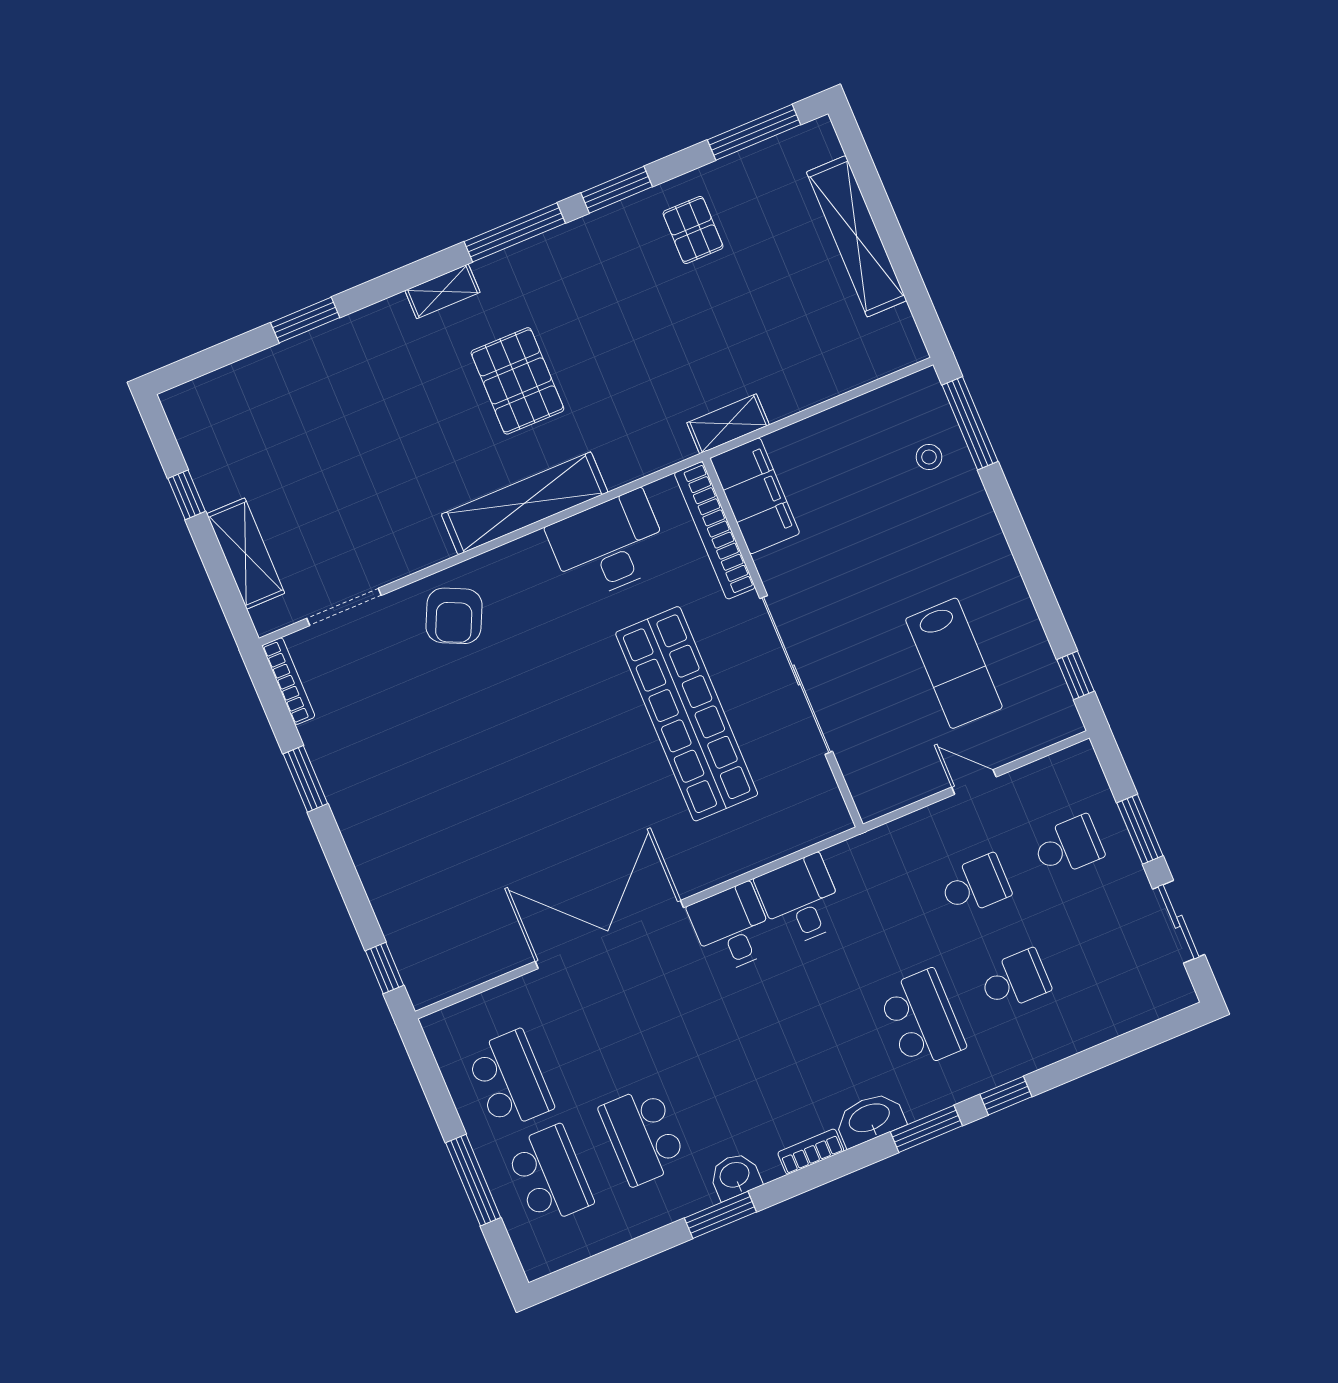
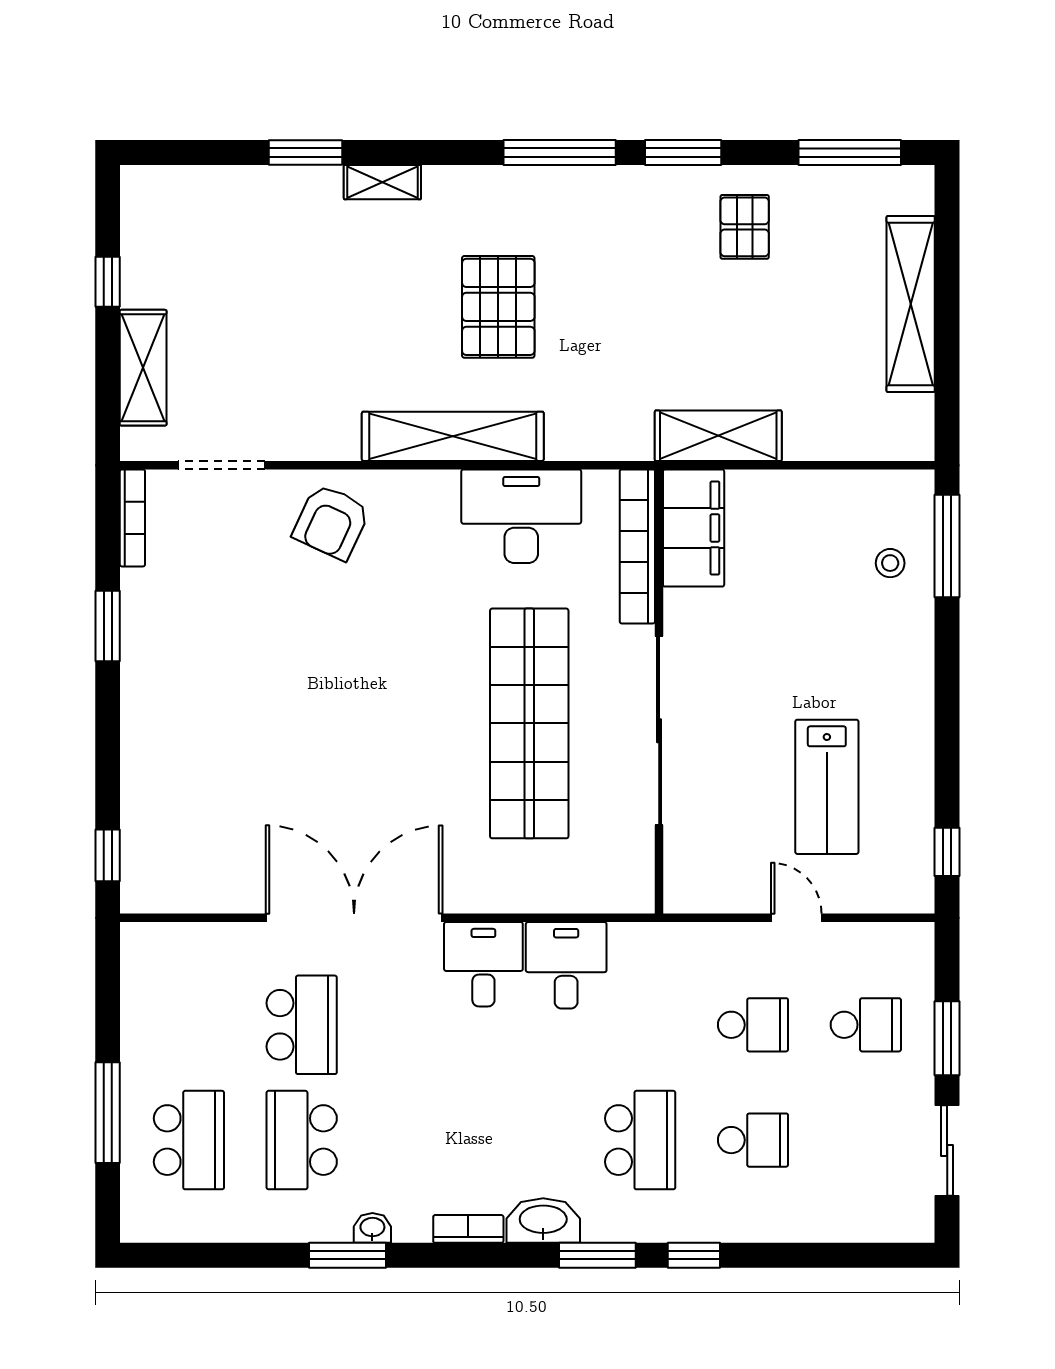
shelving: (442, 291) -> (382, 182), moved
shelving: (728, 424) -> (718, 436), width x1.50, depth x1.33
school desk: (510, 1080) -> (302, 1025), moved
washbasin: (735, 1176) -> (372, 1228), width x0.72, depth x0.69

